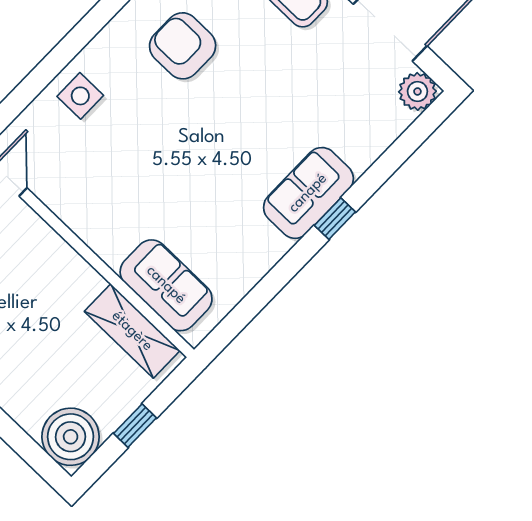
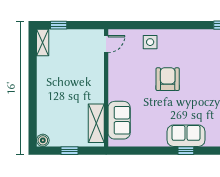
armchair: (183, 46) -> (168, 79), moved
boiler: (71, 437) -> (43, 140), width x0.54, depth x0.54

